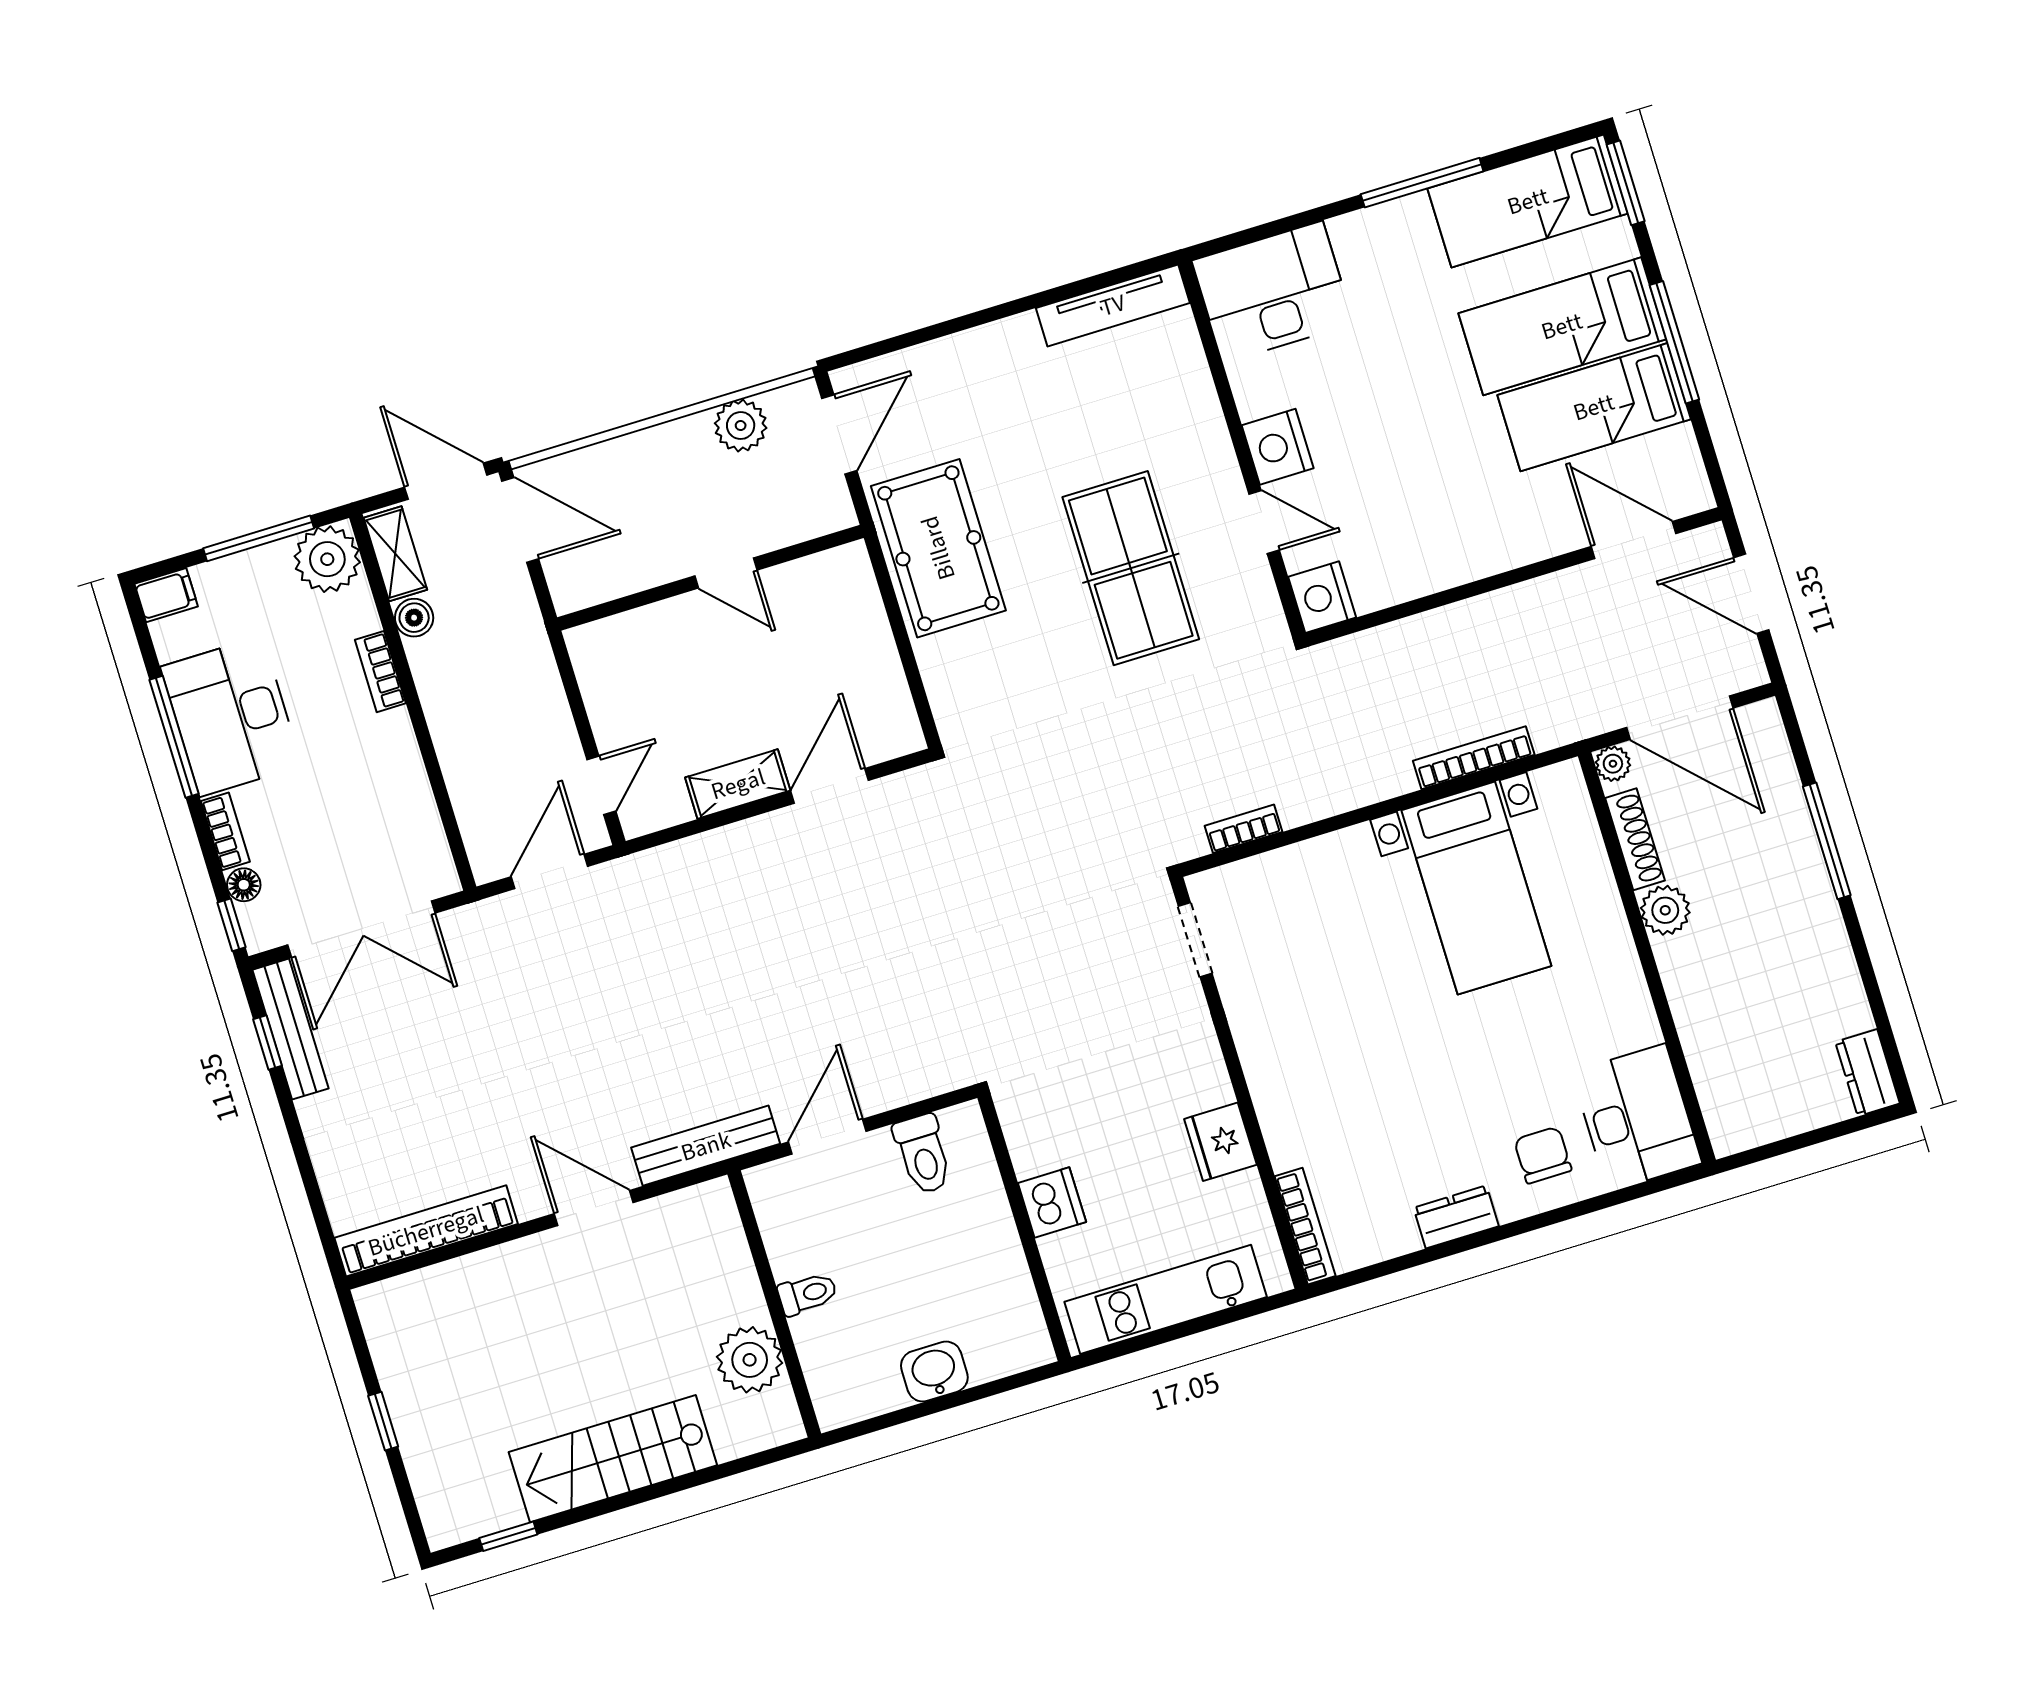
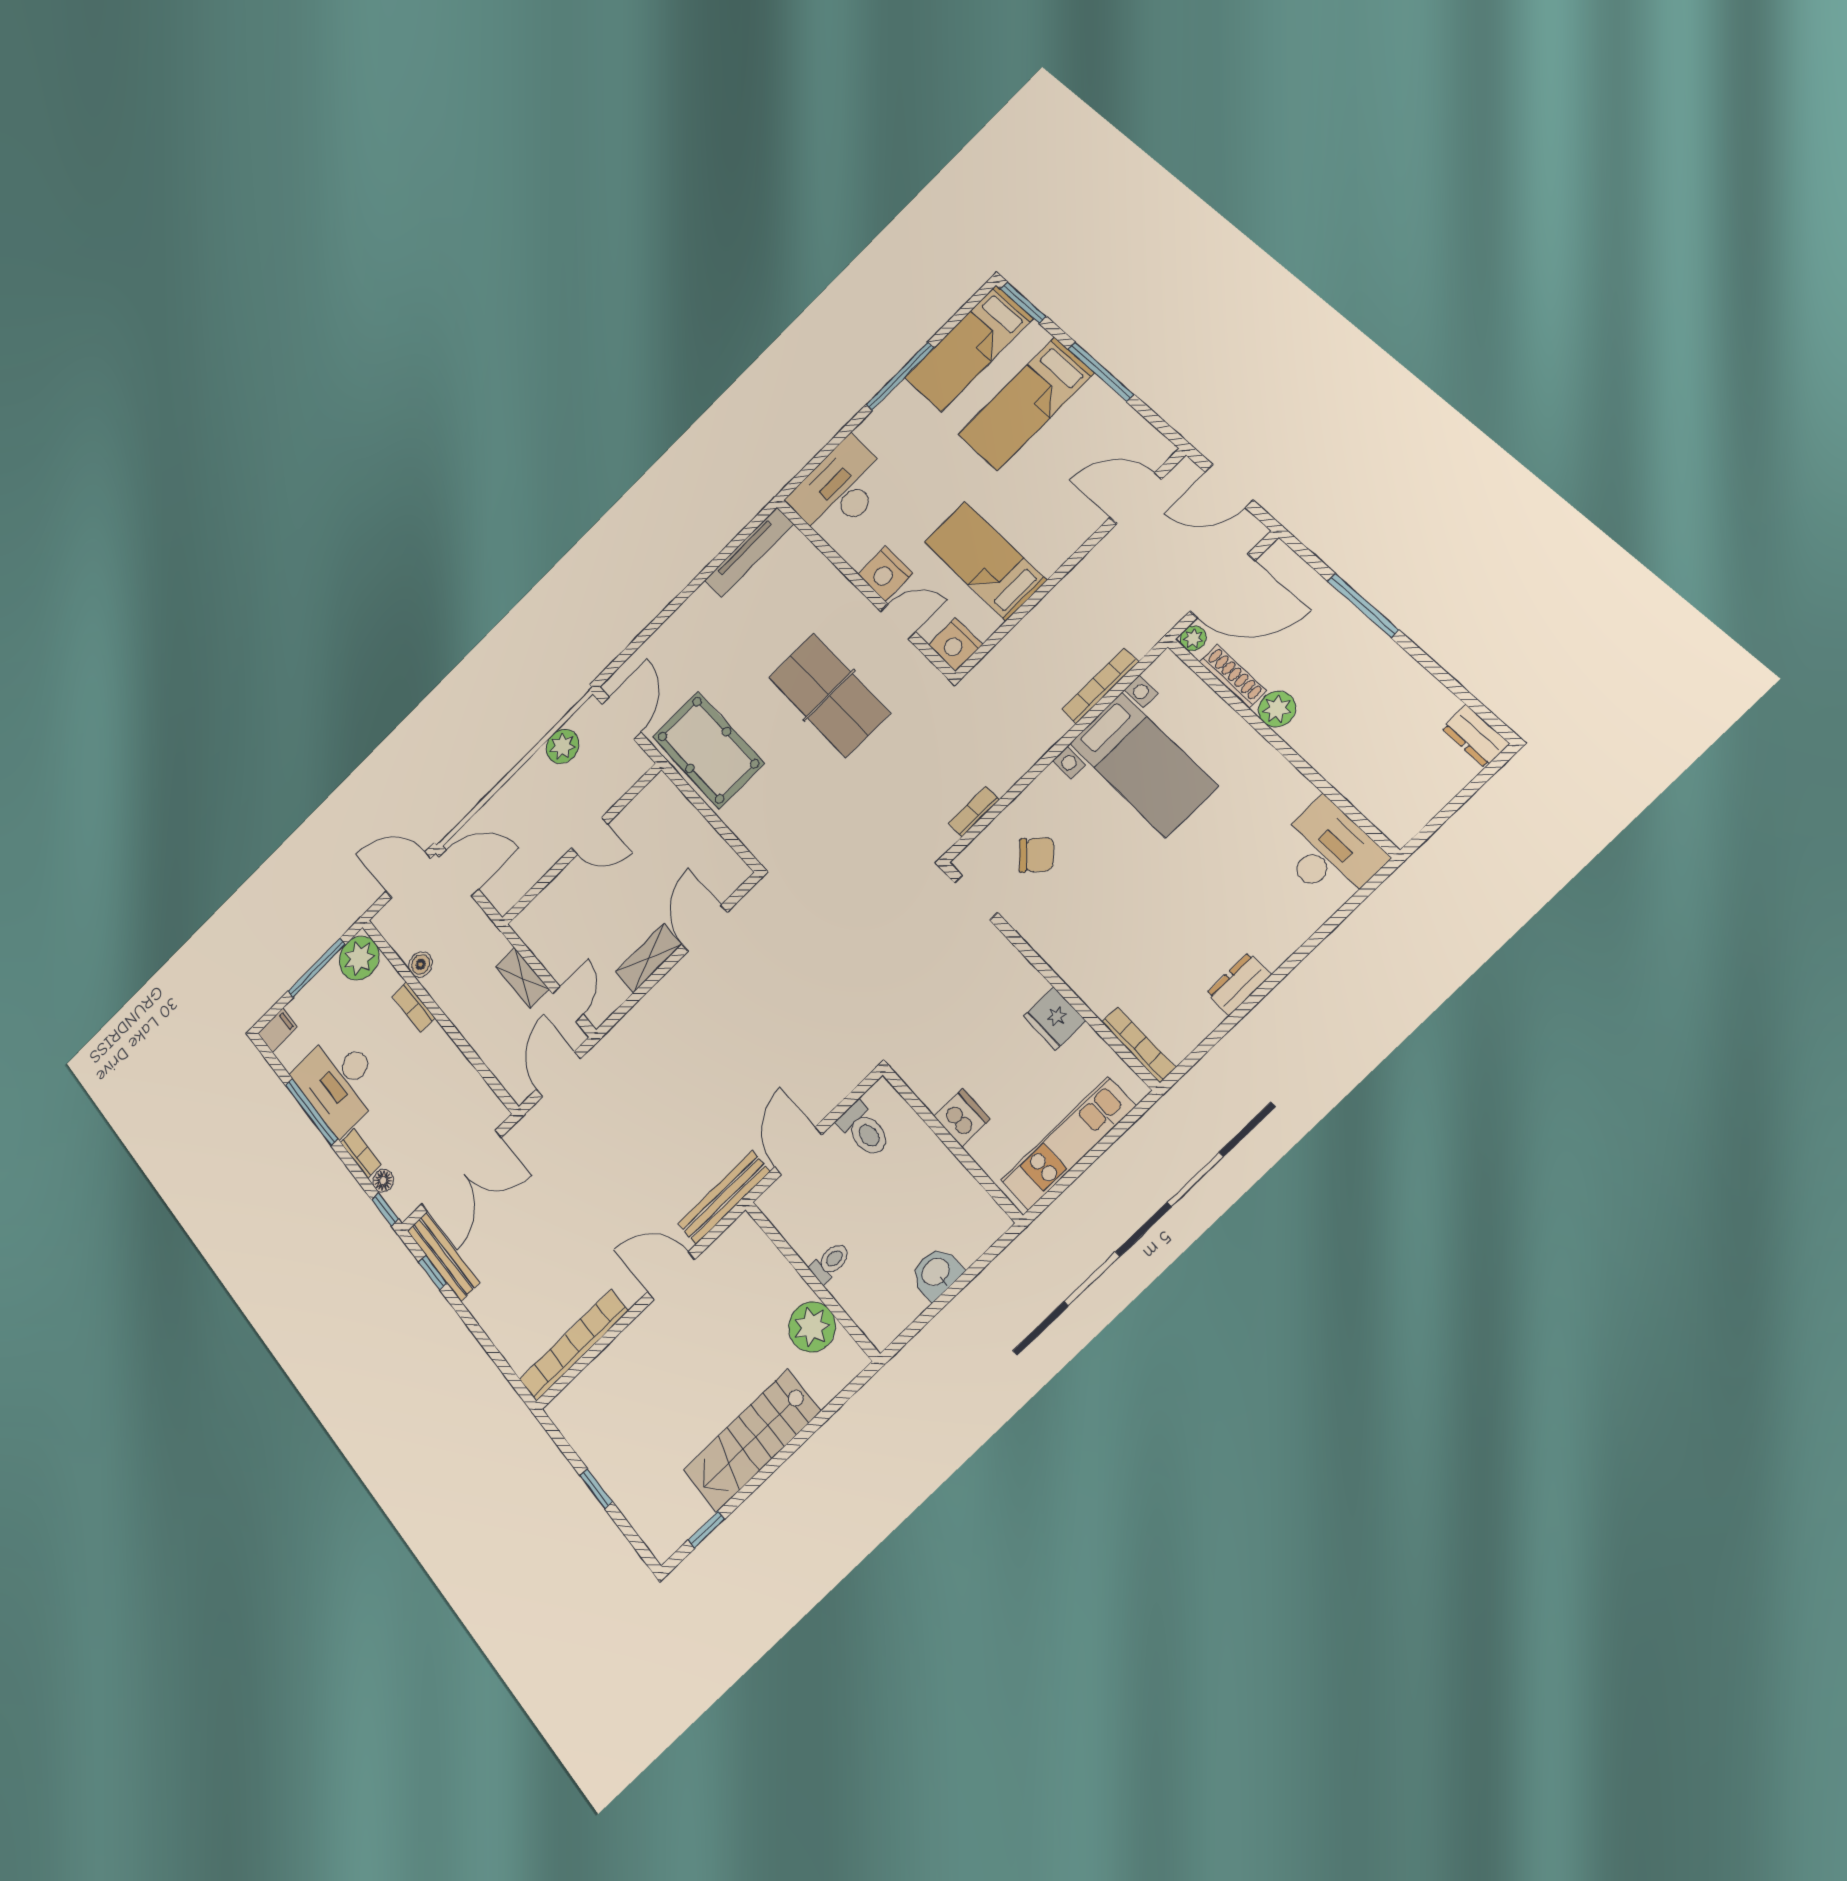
bed: (1594, 407) -> (985, 561), moved, turned 90
shelving: (395, 554) -> (522, 978), moved
chair: (1543, 1155) -> (1037, 855), moved, turned 134

